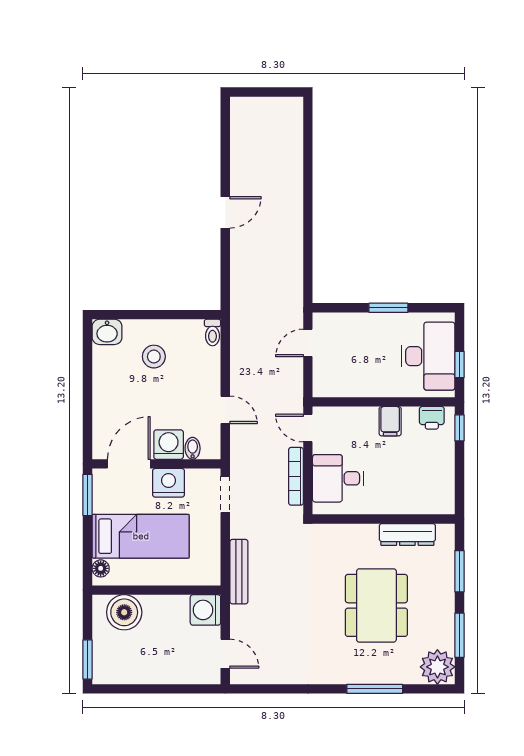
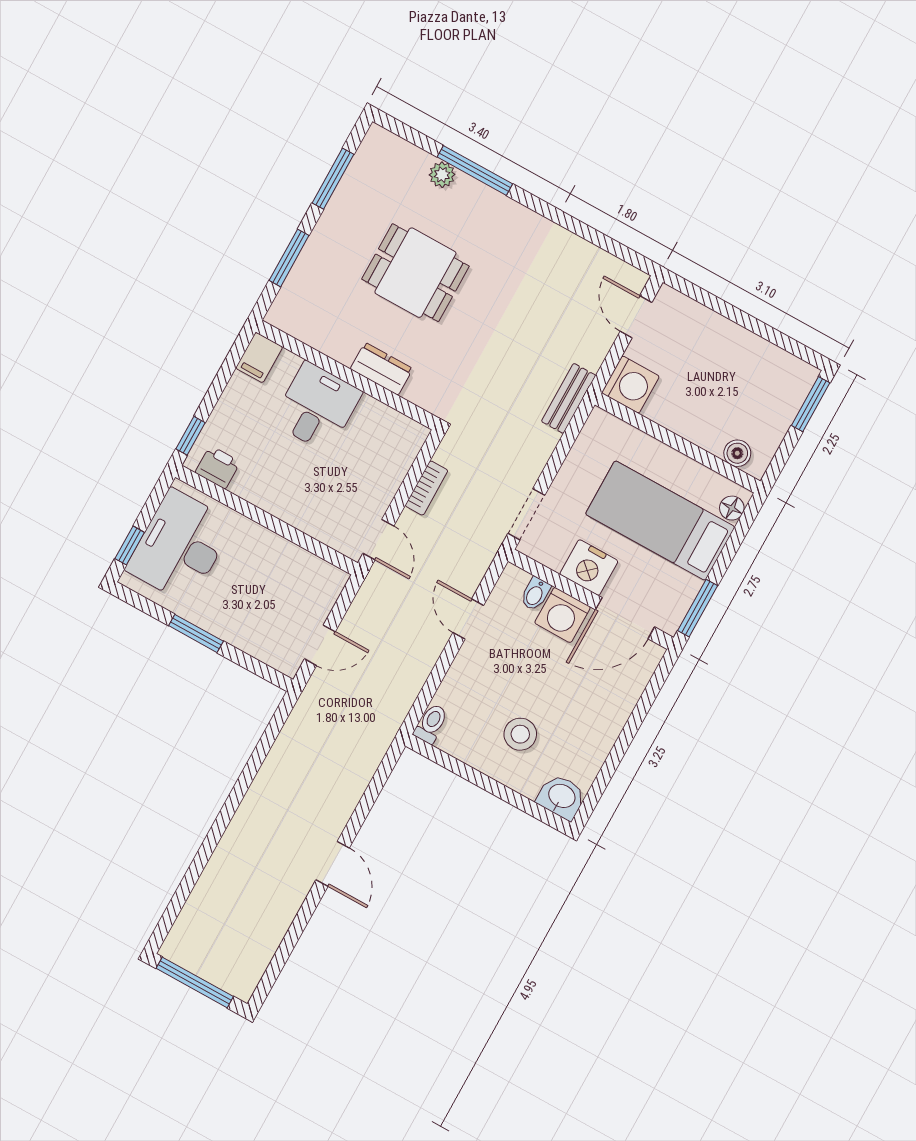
window: (270, 92) -> (195, 982), added
door: (225, 212) -> (333, 864), swing flipped
window: (459, 364) -> (130, 545), moved
filing cabinet: (390, 421) -> (259, 358), moved, turned 180
bookcase: (296, 476) -> (426, 488), width x0.64
desk: (338, 478) -> (317, 407), moved, turned -90
dresser: (407, 535) -> (381, 369), moved, width x0.70
bench: (239, 572) -> (569, 398), width x0.73
dining table: (376, 605) -> (415, 273), width x0.73
boiler: (124, 612) -> (737, 453), width x0.54, depth x0.54
plant: (437, 667) -> (442, 175), moved, width x0.53, depth x0.53

